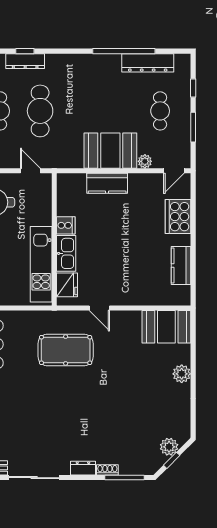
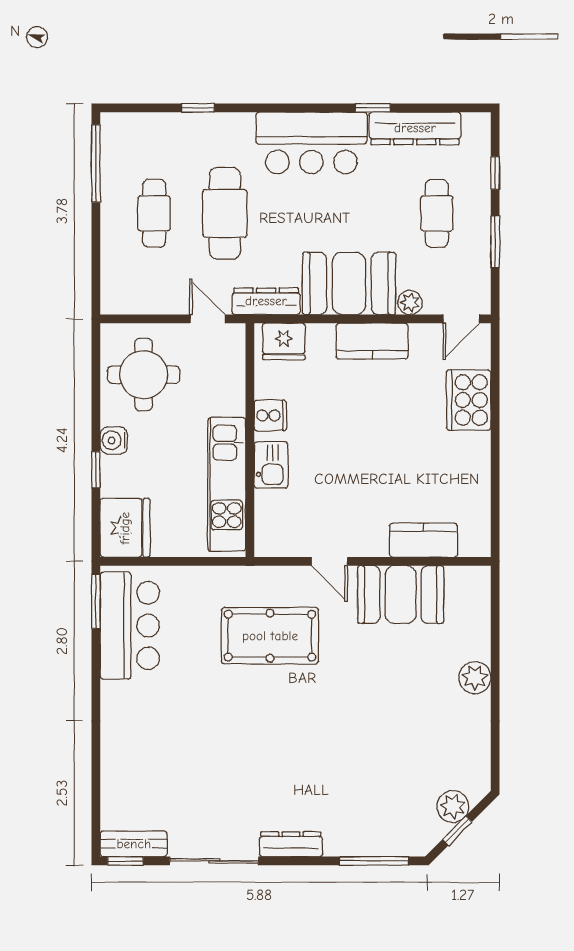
window: (124, 51) -> (373, 108), width x0.32
dresser: (25, 61) -> (266, 301), moved, turned 180
bar counter: (89, 71) -> (311, 143), added
kitchen counter: (107, 183) -> (372, 341), moved
kitchen sink: (66, 253) -> (271, 465), width x0.73
kitchen counter: (181, 266) -> (423, 540), moved, turned 90
fridge: (67, 285) -> (284, 341), moved, turned 90
booth: (166, 327) -> (401, 594), moved
dresser: (83, 468) -> (291, 844), width x1.44
shoe rack: (107, 470) -> (344, 847), removed

